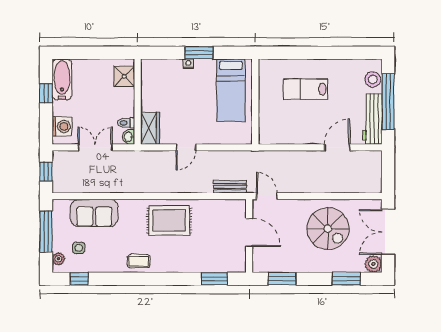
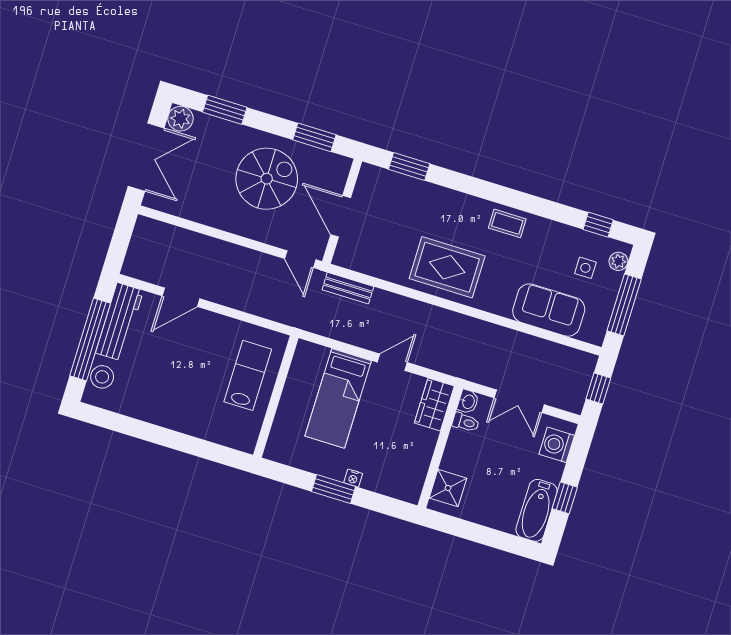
lab bench: (306, 89) -> (248, 375), moved, turned -90
bed: (231, 90) -> (338, 398), moved, turned 180
spiral stairs: (328, 229) -> (267, 179), moved, turned 90

